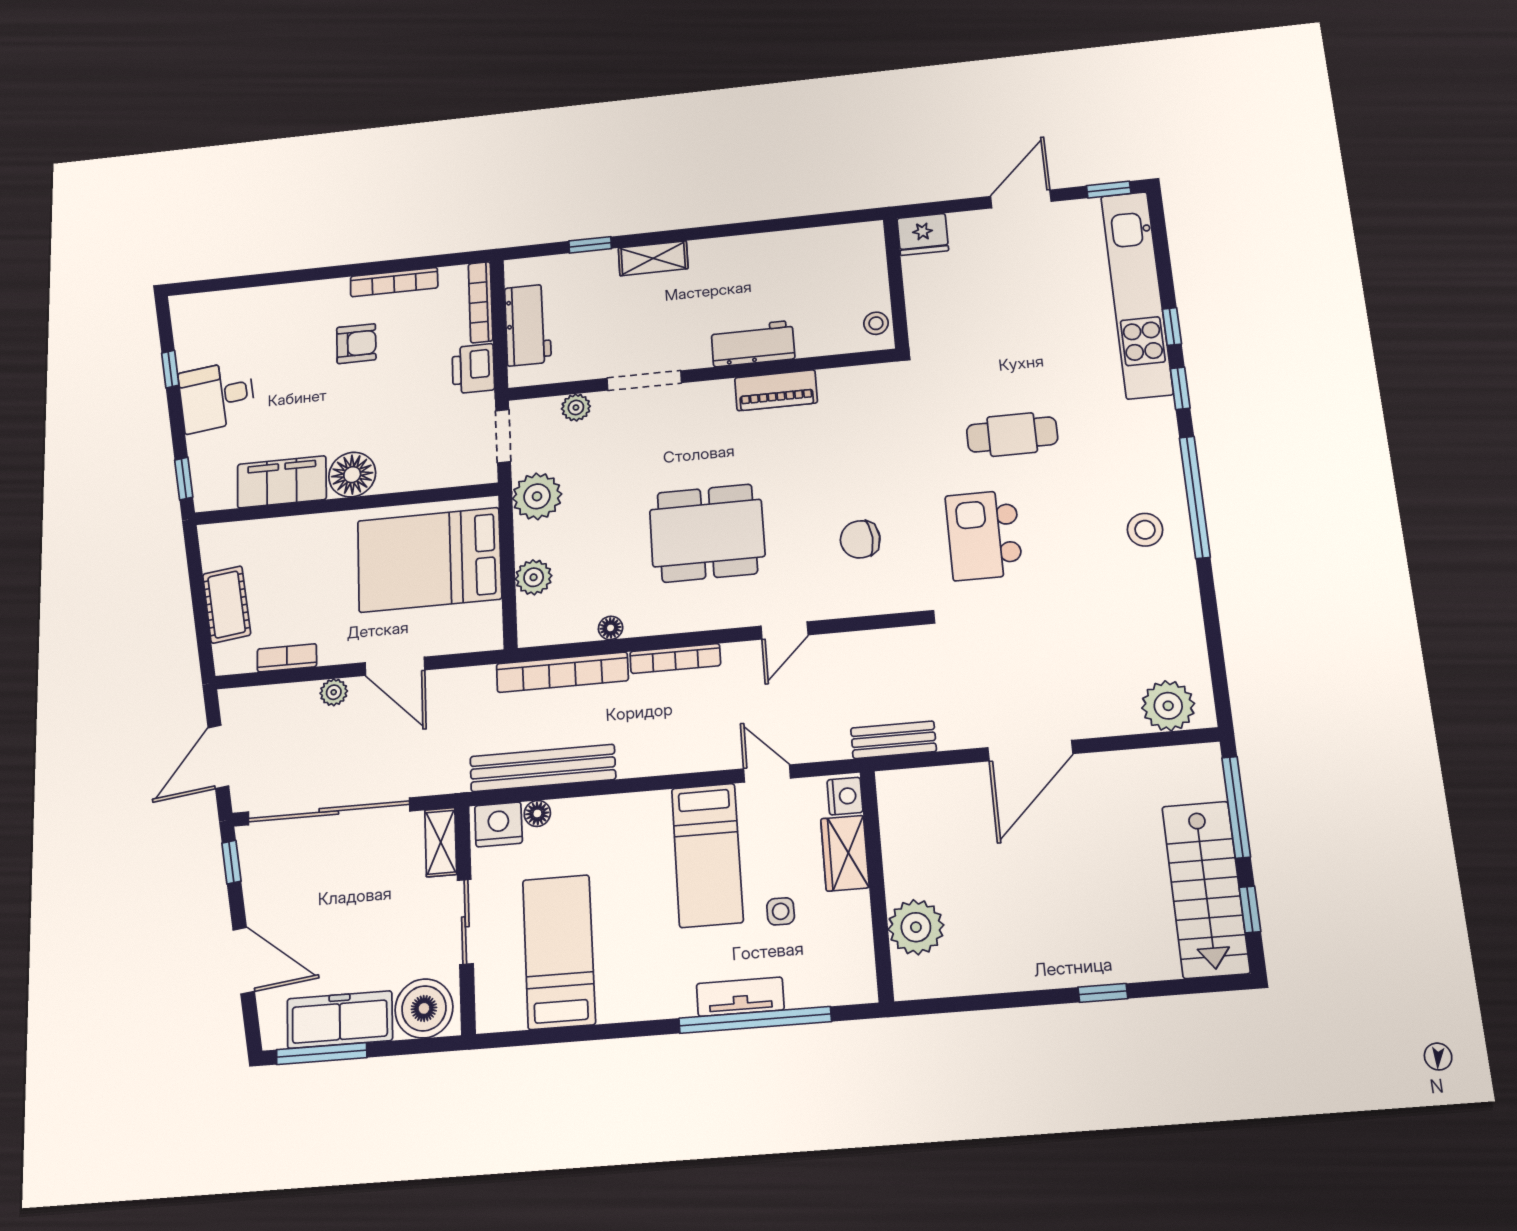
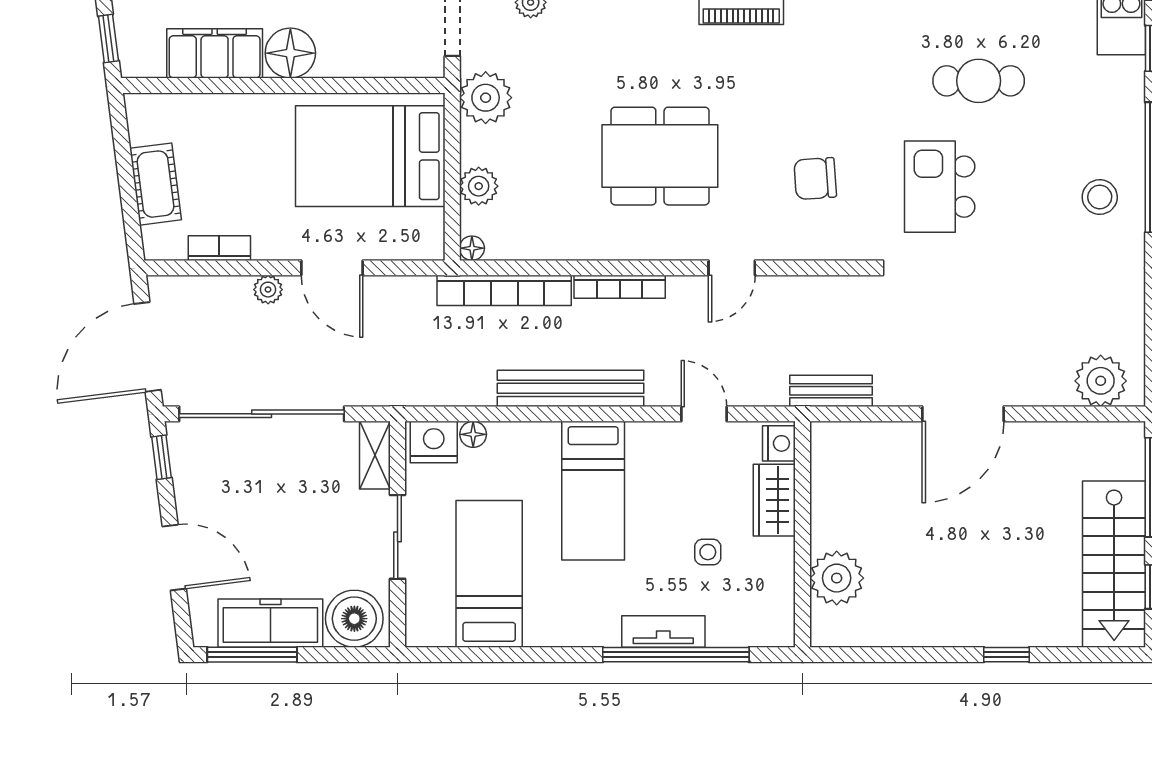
floor lamp: (611, 628) -> (472, 248), moved
door: (218, 757) -> (148, 347), width x1.36
bench: (543, 768) -> (571, 388), moved
bed: (707, 855) -> (593, 491), moved

